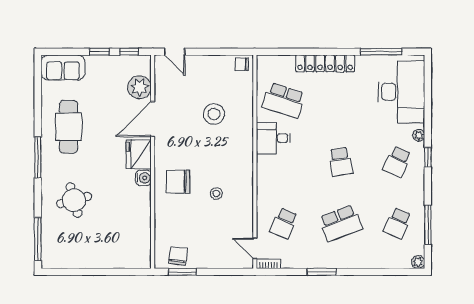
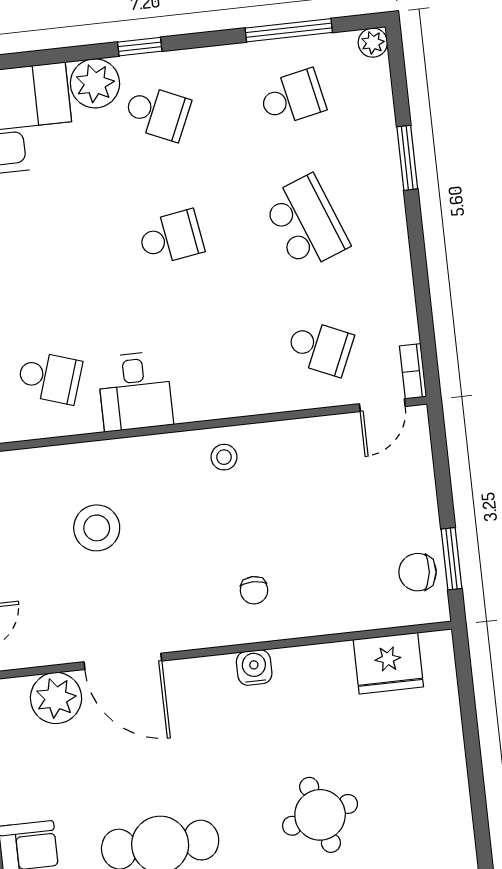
school desk: (284, 100) -> (50, 377), width x0.54
plant: (419, 135) -> (95, 83), width x1.87, depth x1.87
fridge: (139, 154) -> (388, 663), moved
chair: (178, 182) -> (254, 590), width x0.54, depth x0.54
stool: (216, 193) -> (224, 457), moved
school desk: (397, 223) -> (292, 98), turned -36
window: (322, 272) -> (407, 158), moved

